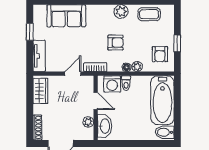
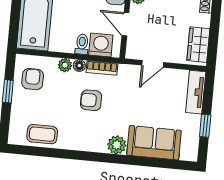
plant: (121, 12) -> (117, 145), moved
bookcase: (95, 67) -> (102, 68), moved

